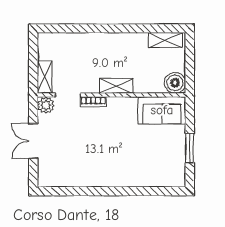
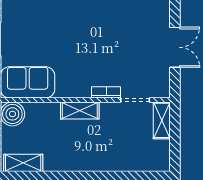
plant: (46, 105) -> (160, 88), removed

